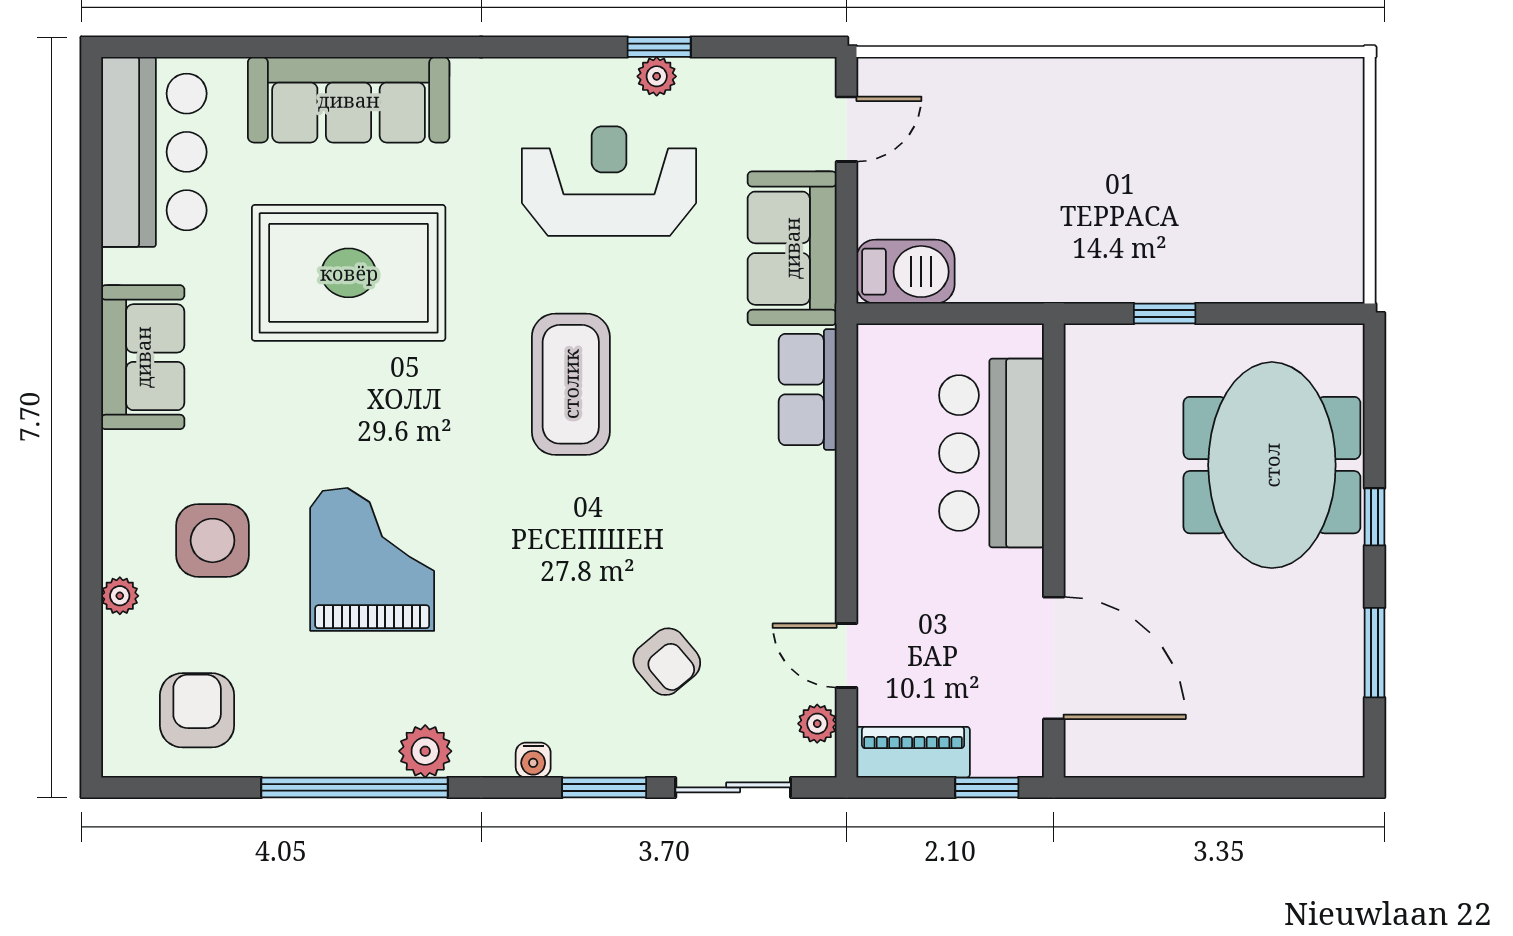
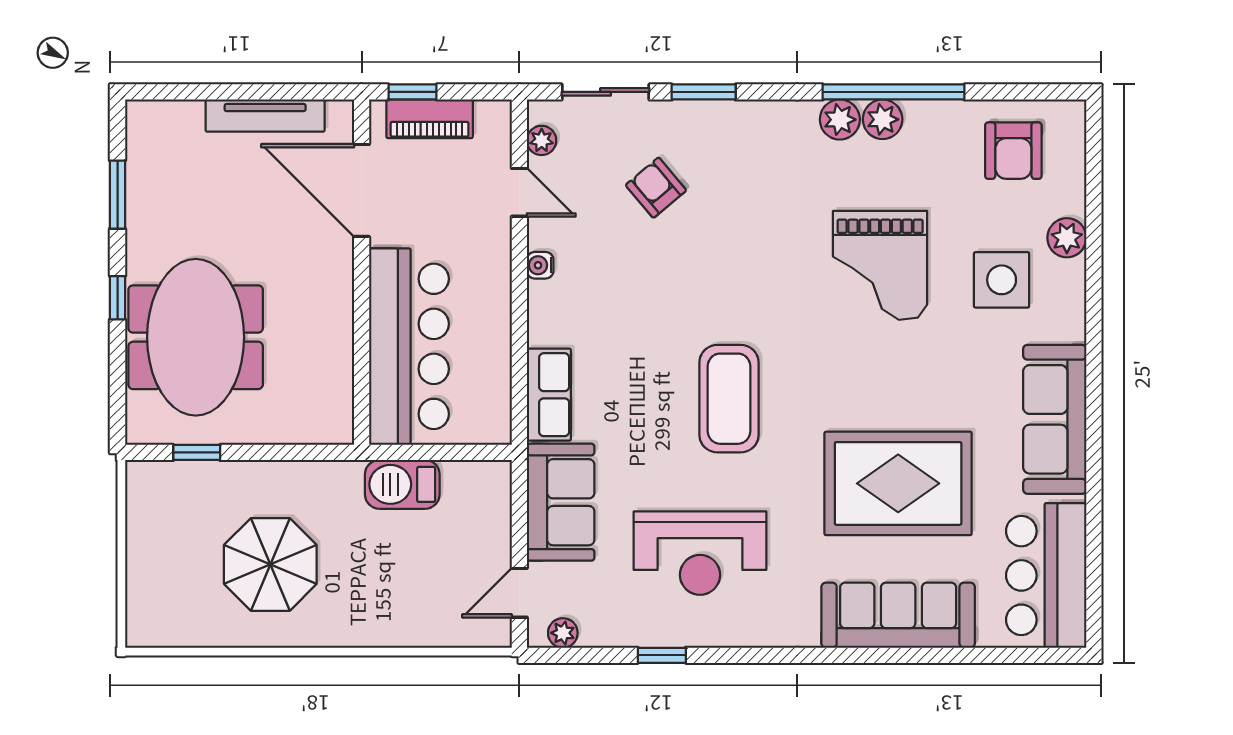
plant: (657, 76) -> (563, 633), moved
parasol: (1174, 166) -> (270, 564), added
barbecue: (905, 272) -> (402, 484), moved
window: (1165, 314) -> (197, 452), moved
sofa: (143, 357) -> (1055, 419), width x1.36
bar counter: (991, 453) -> (409, 346), width x1.36
plant: (120, 596) -> (1067, 238), width x1.38, depth x1.38
plant: (369, 751) -> (883, 119), added
piano: (913, 752) -> (430, 119), moved
tv unit: (1181, 756) -> (265, 116), added
water cooler: (533, 760) -> (540, 265), moved, turned -90

